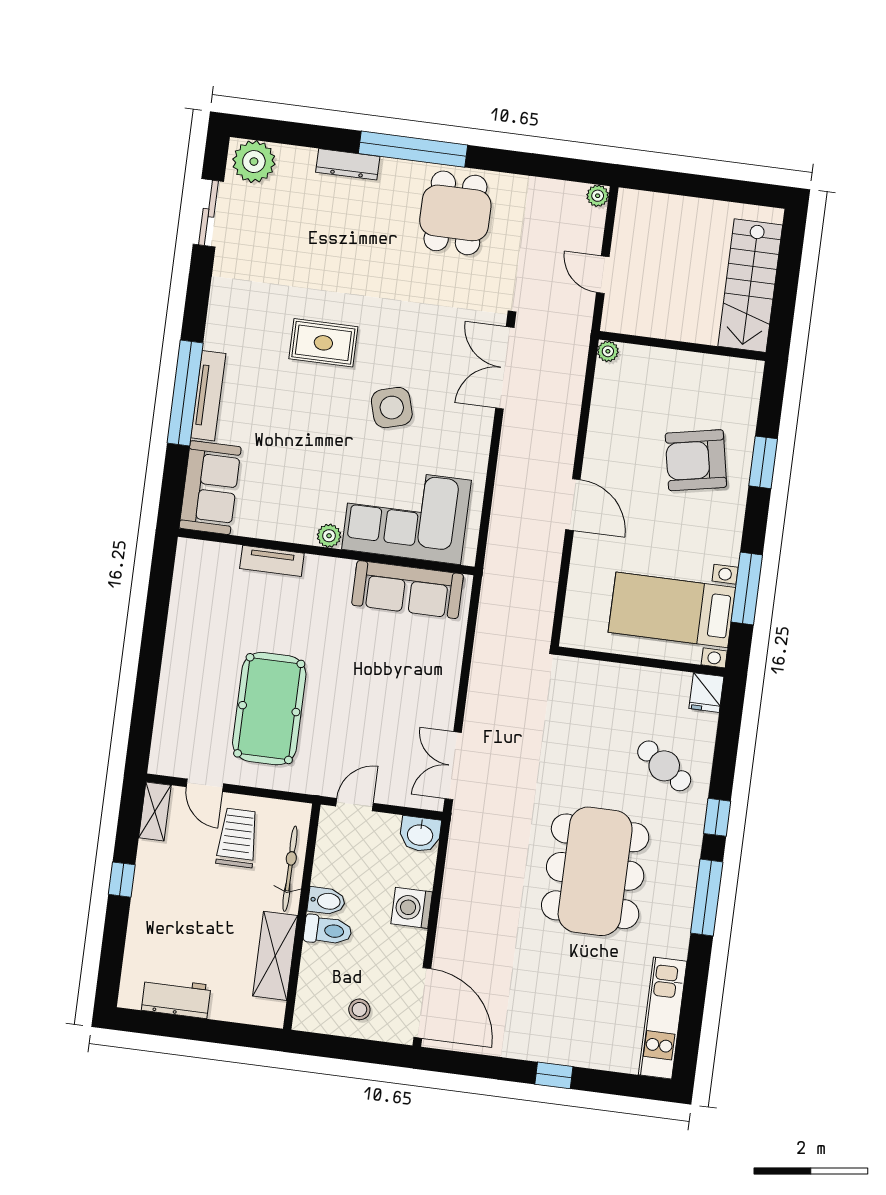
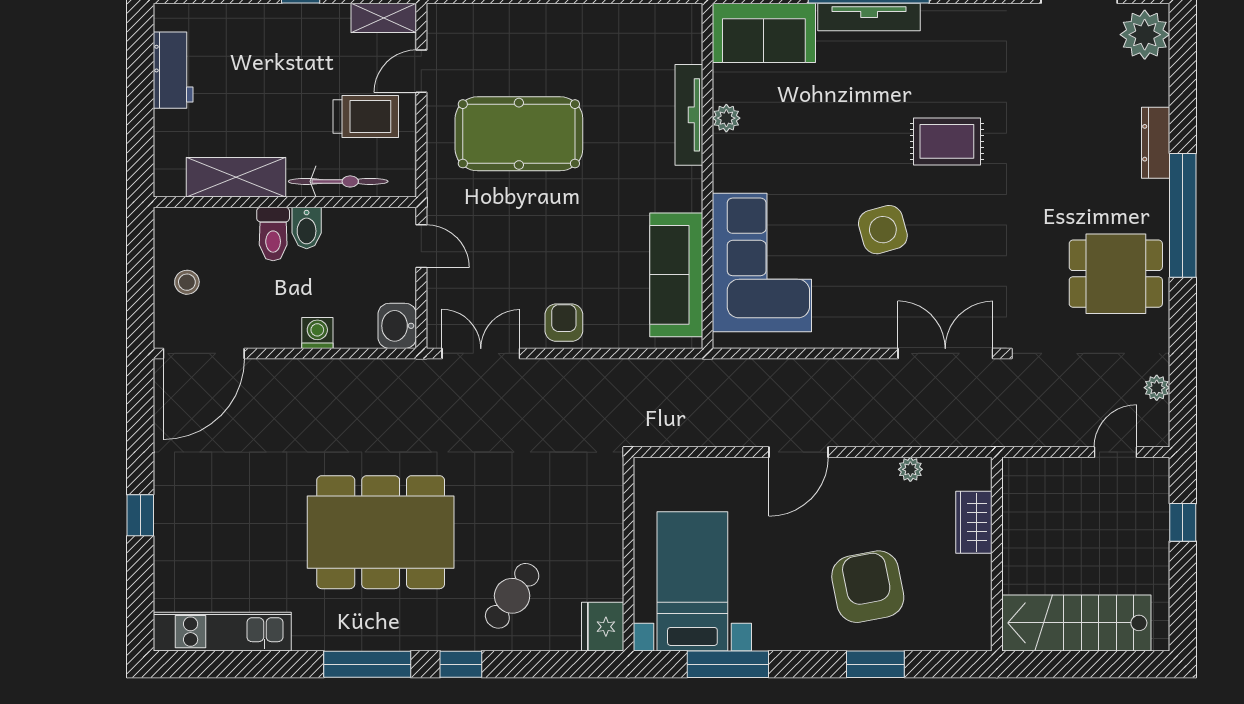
window: (676, 183) -> (1183, 522), added
plant: (598, 196) -> (1157, 388), moved
door: (603, 275) -> (1115, 452), moved
rug: (323, 343) -> (947, 141), turned 90
plant: (608, 351) -> (910, 469), moved
wardrobe: (653, 362) -> (974, 522), added
plant: (329, 536) -> (726, 118), moved
tv unit: (272, 561) -> (689, 115), width x1.41
armchair: (436, 691) -> (564, 323), added
fridge: (706, 693) -> (603, 627), width x1.38
washing machine: (412, 908) -> (317, 333), width x0.73, depth x0.73

